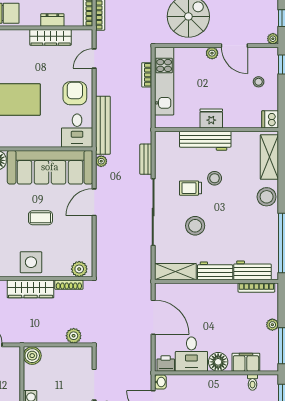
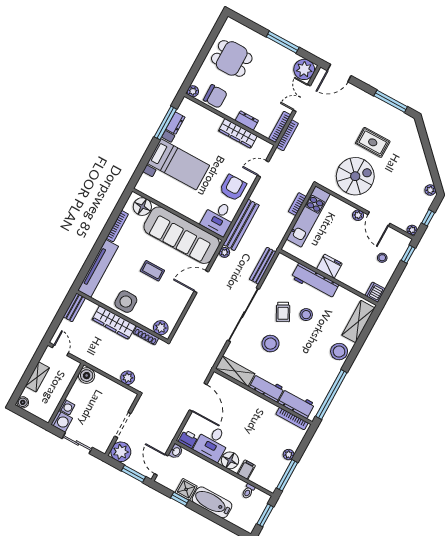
bench: (146, 159) -> (263, 266), width x1.36
trolley: (190, 188) -> (283, 312), turned -118
filing cabinet: (246, 362) -> (246, 470), width x0.50

